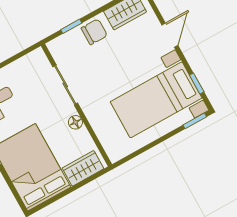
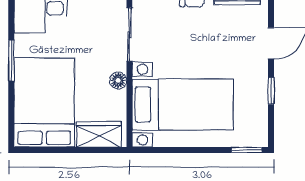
window: (197, 83) -> (271, 91), moved
bed with nightstands: (156, 100) -> (183, 105), moved, turned 180

